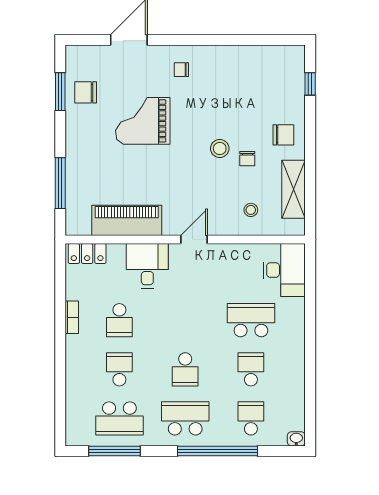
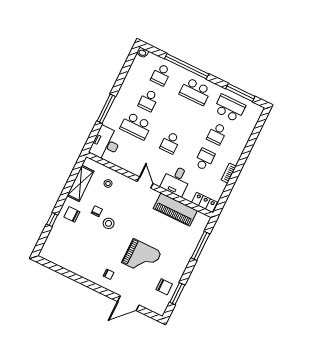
window: (310, 84) -> (52, 220), moved
door: (194, 240) -> (145, 182), swing flipped
window: (310, 324) -> (106, 109), added
school desk: (185, 369) -> (170, 143), moved, turned 180

